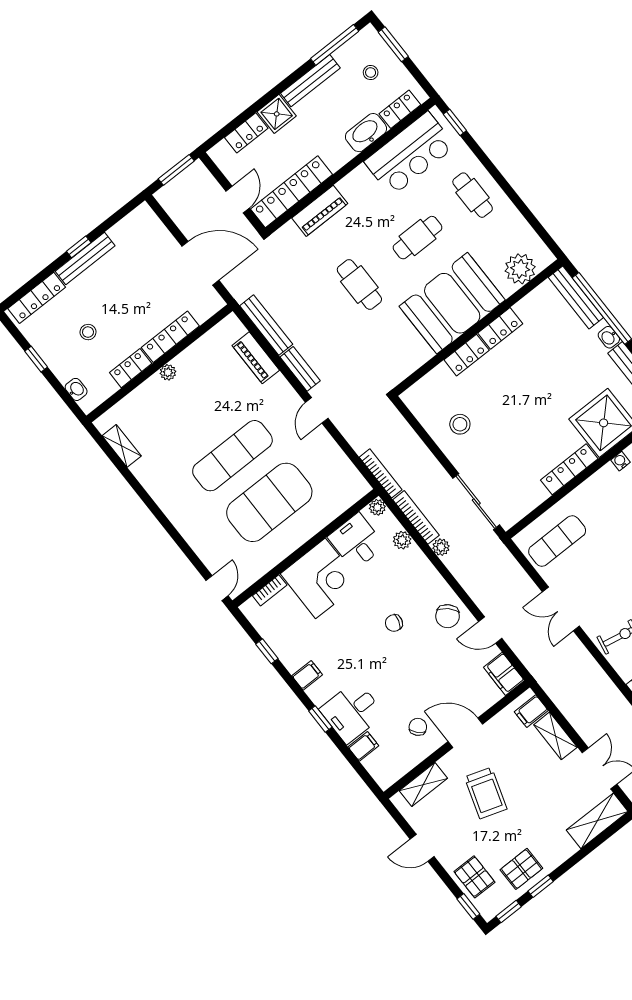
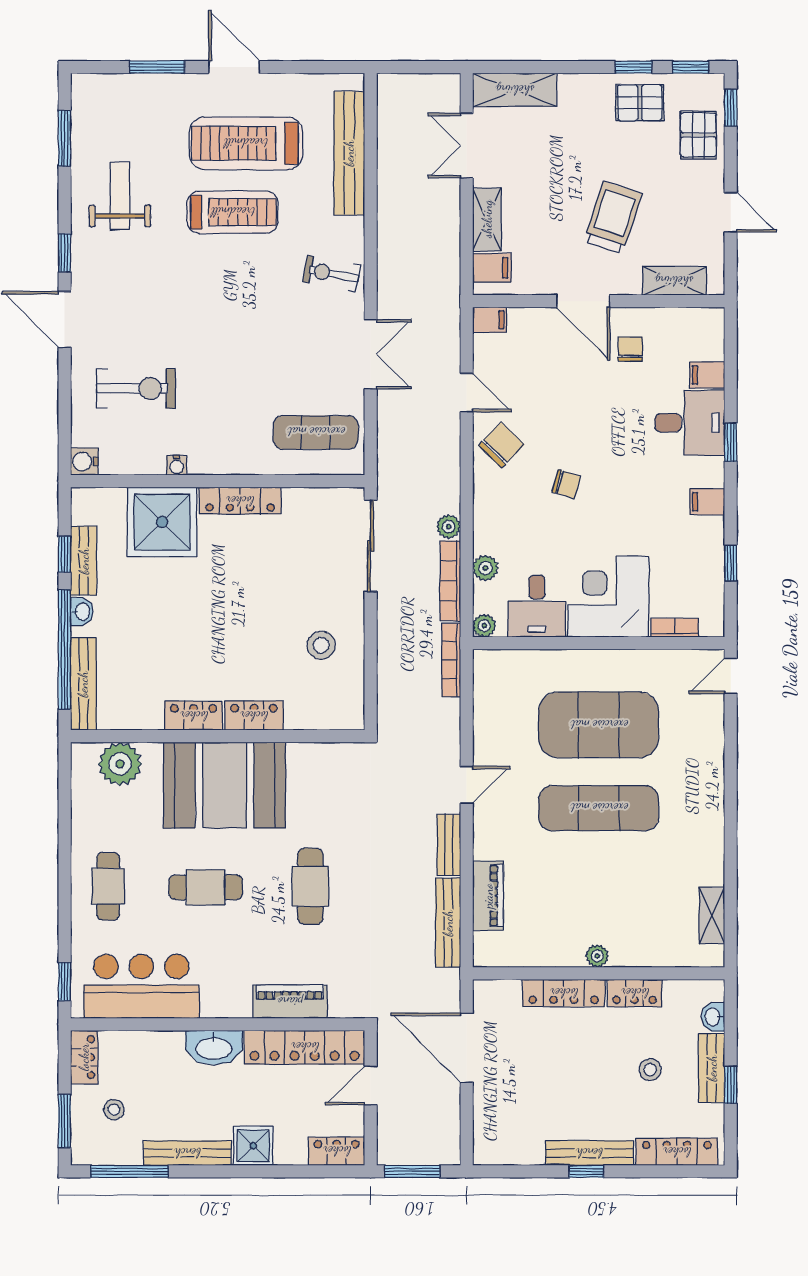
locker: (400, 109) -> (84, 1057), moved, turned -90
locker: (246, 133) -> (337, 1151), moved
washbasin: (366, 133) -> (214, 1048), moved
bench: (54, 360) -> (712, 1068), added
filing cabinet: (504, 674) -> (490, 320), width x0.50
chair: (418, 727) -> (630, 349), turned 134

